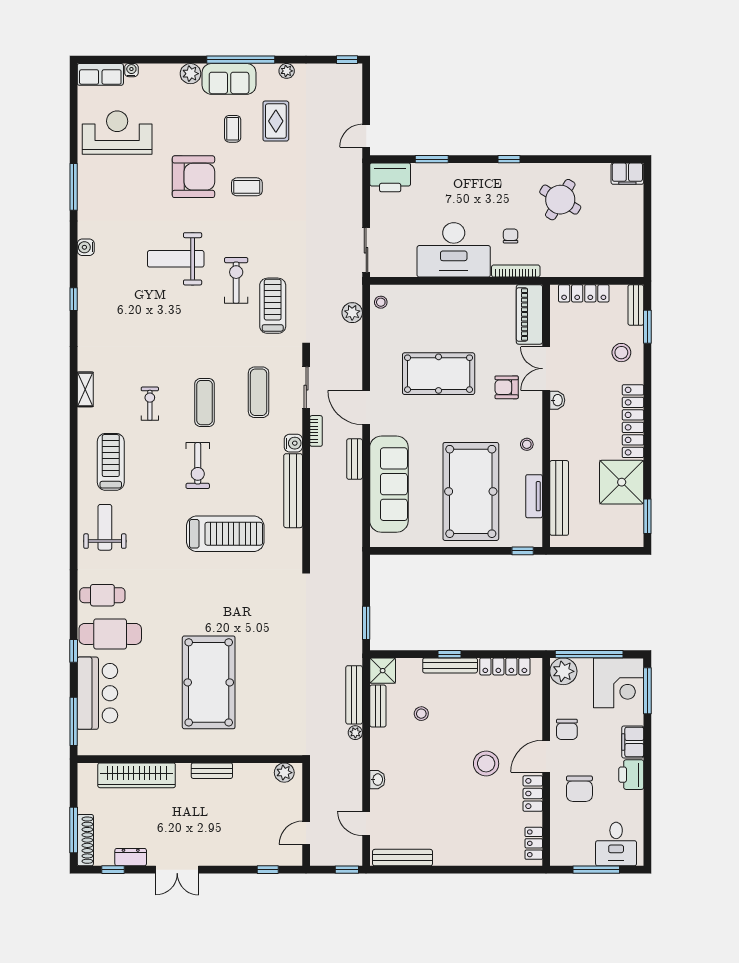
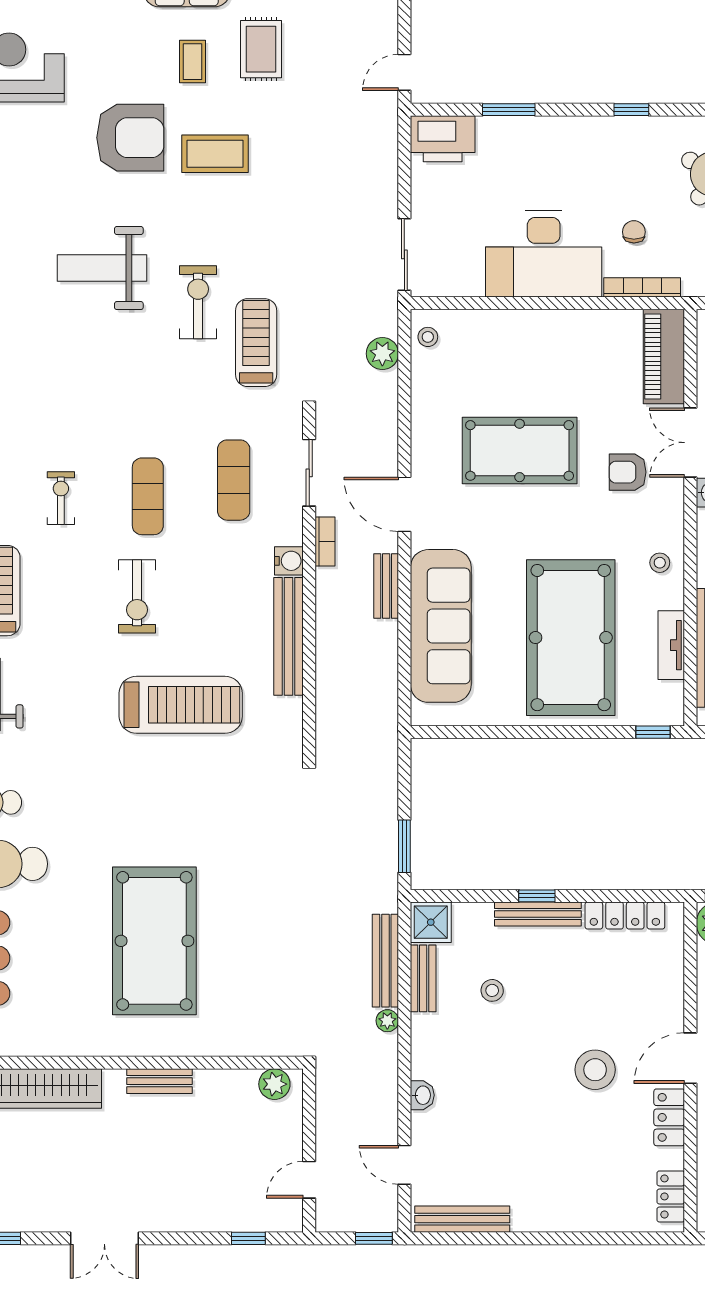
coffee table: (247, 187) -> (215, 154), width x1.36, depth x1.30
dresser: (131, 857) -> (31, 1218), removed

